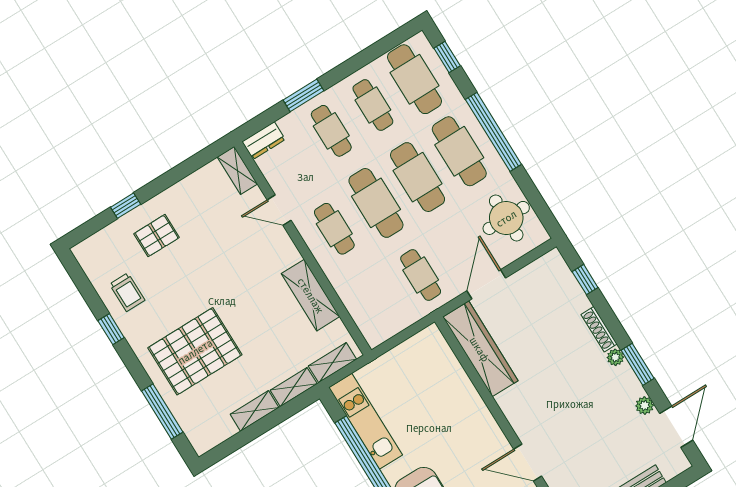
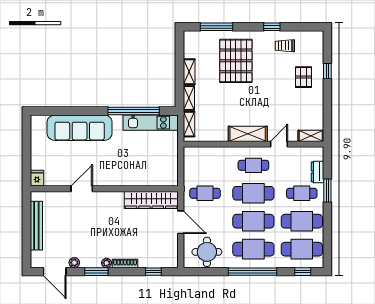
cafe table: (373, 105) -> (302, 221), width x1.37, depth x1.35
dresser: (264, 141) -> (317, 172), moved
shelving: (311, 295) -> (248, 134), moved

